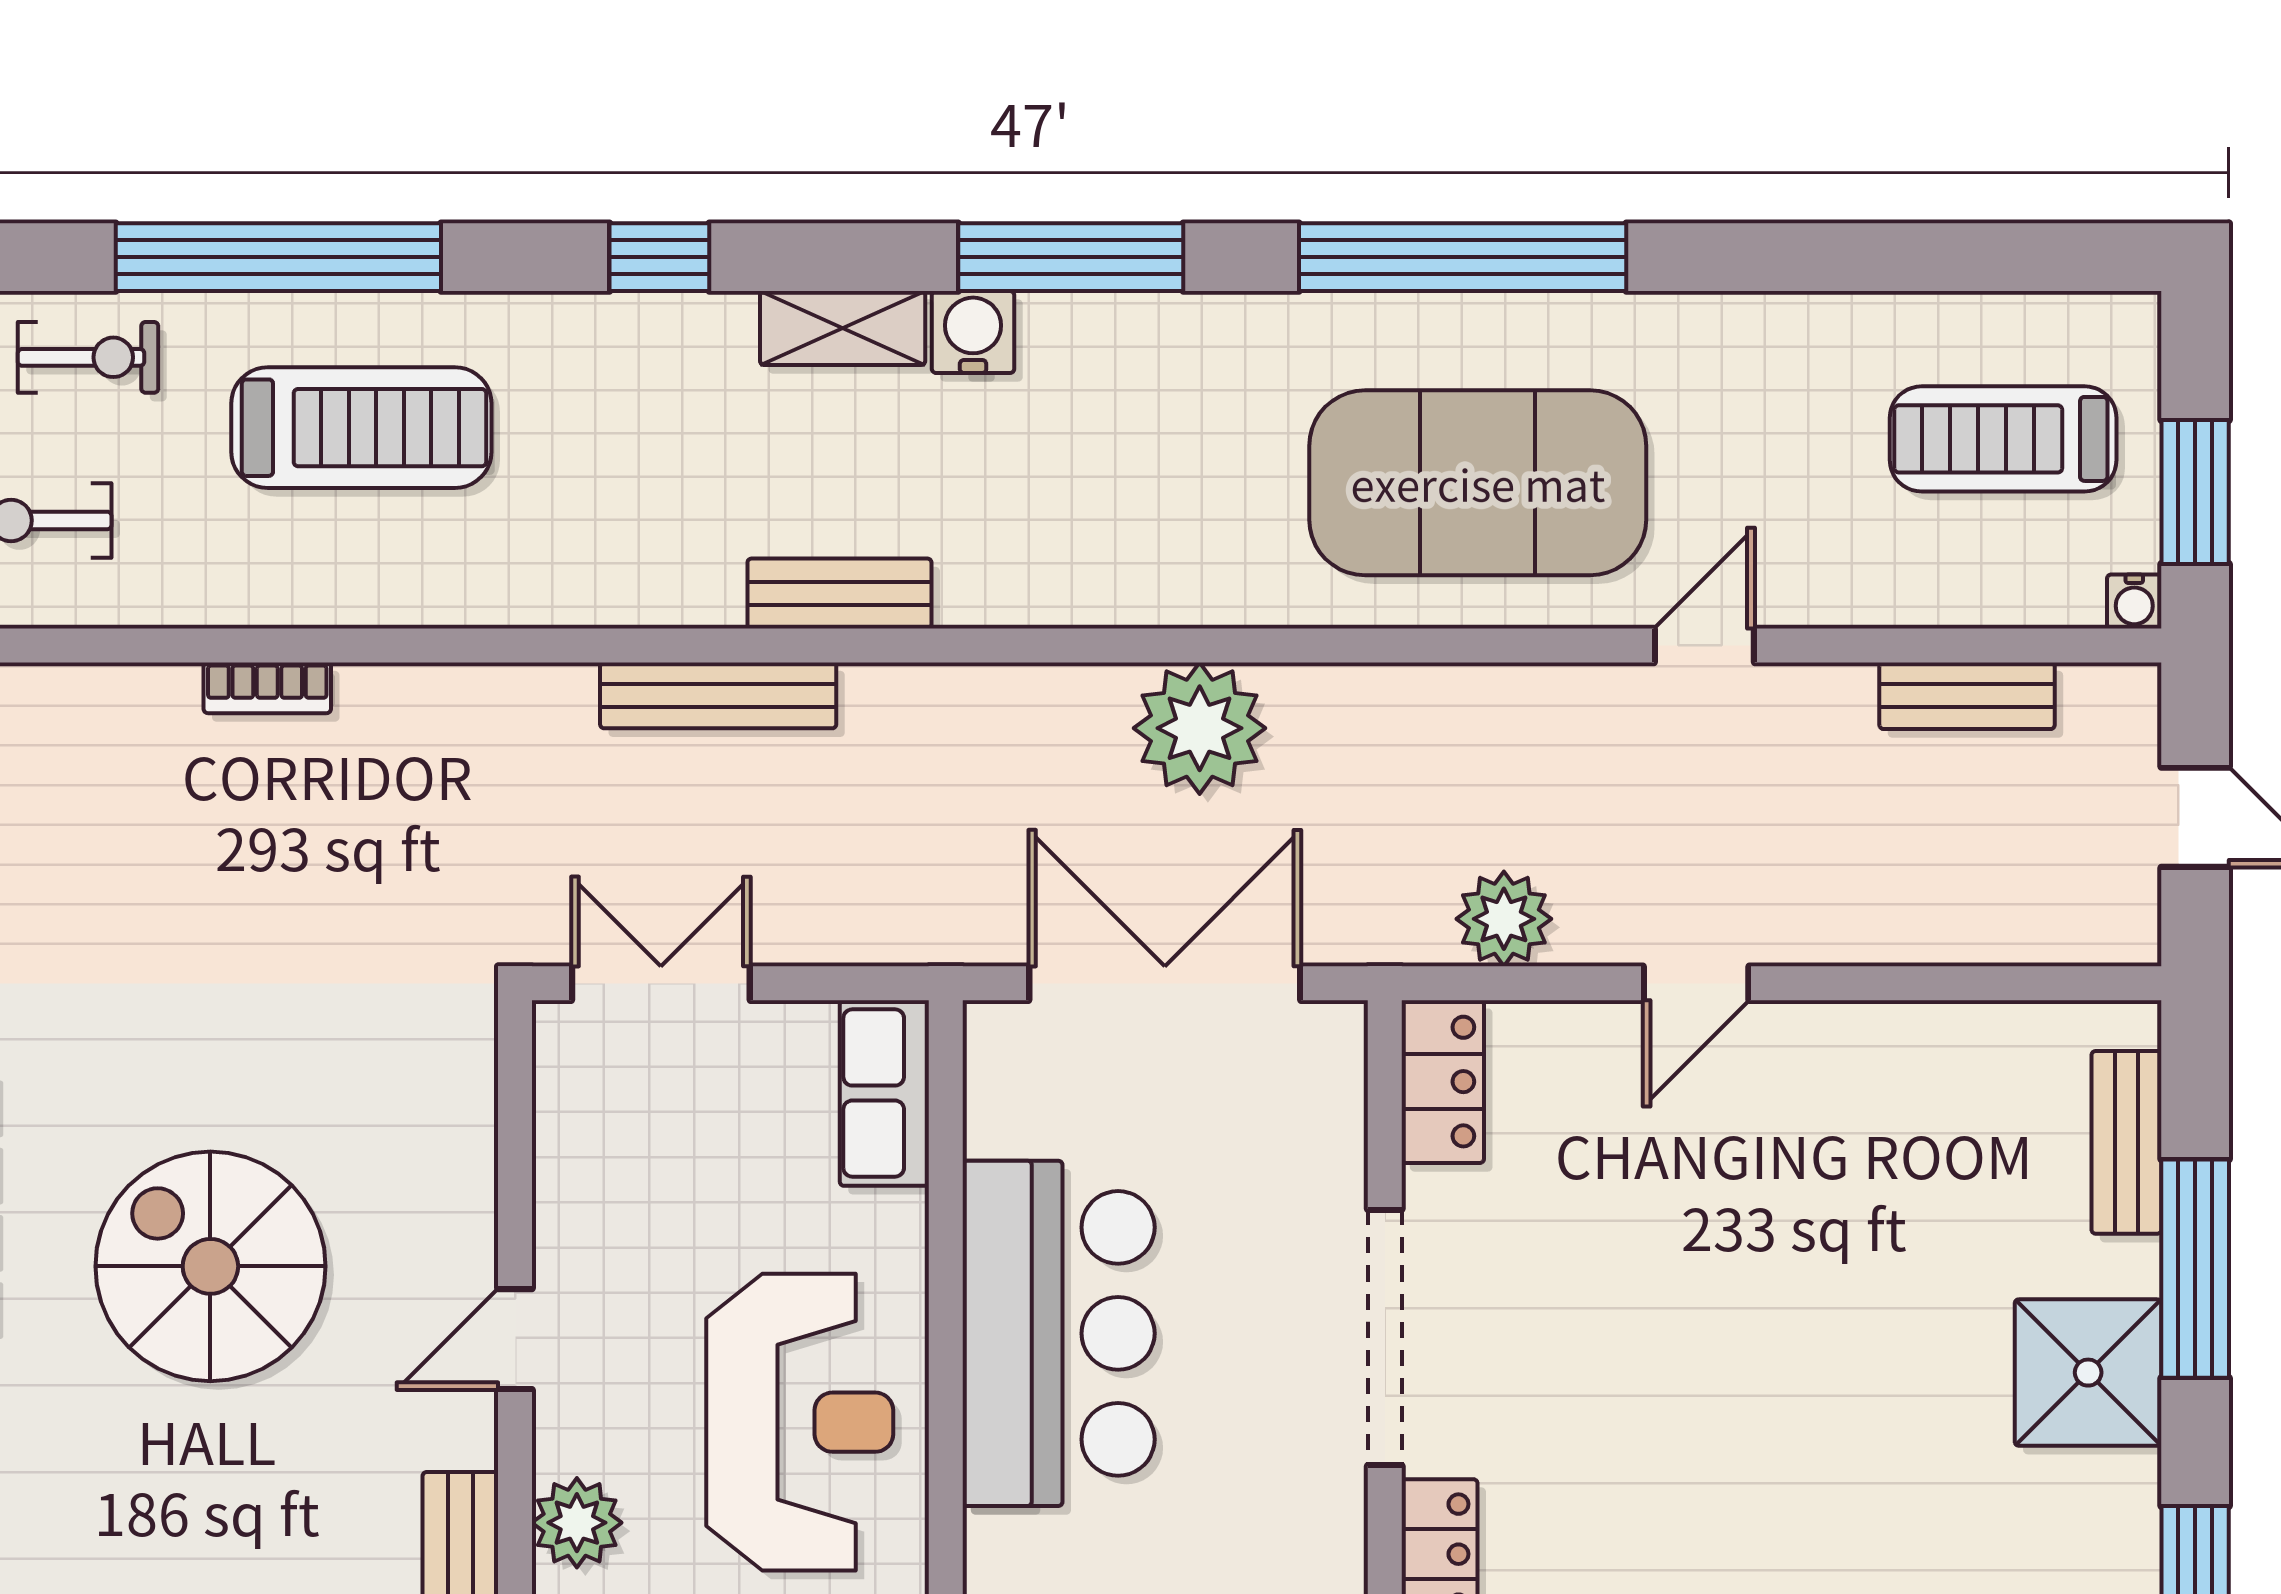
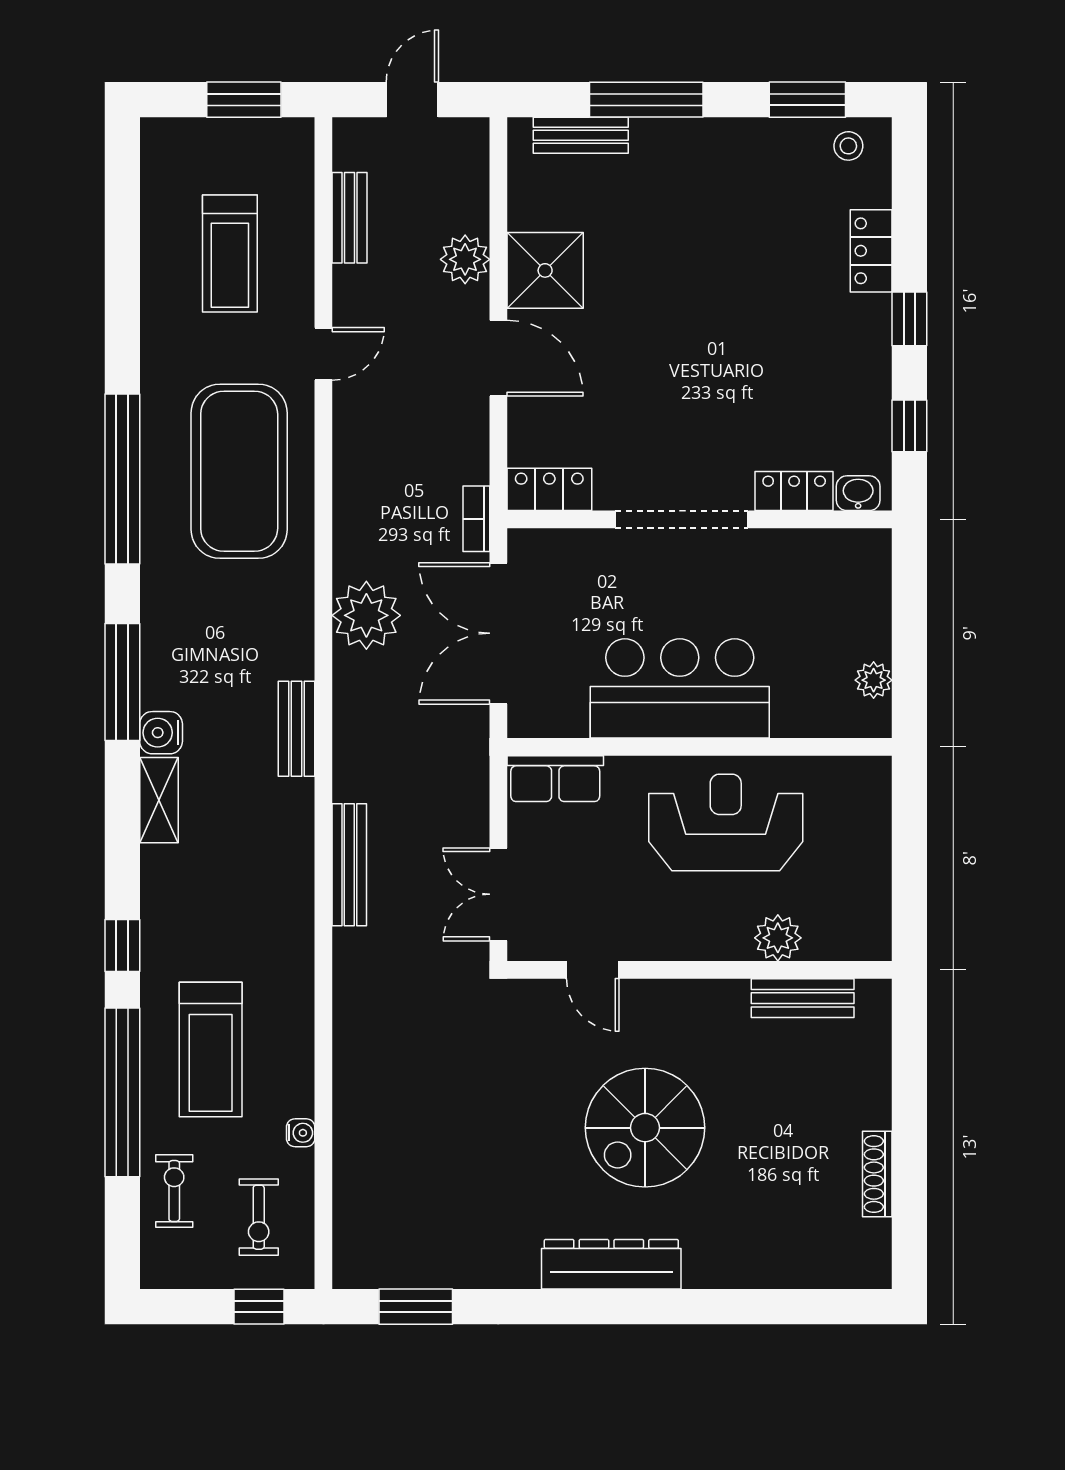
window: (659, 257) -> (122, 946), moved
treadmill: (361, 428) -> (211, 1049), turned 180
treadmill: (2003, 439) -> (230, 253), moved
bench: (839, 594) -> (296, 729), moved
water cooler: (2134, 601) -> (301, 1133), moved
door: (1704, 645) -> (323, 354), swing flipped
bookcase: (267, 688) -> (476, 519), moved, turned 180
plant: (1504, 919) -> (465, 259), moved
door: (1696, 983) -> (498, 358), width x1.38
door: (515, 1339) -> (593, 970), moved
shower: (2088, 1373) -> (545, 270), moved

